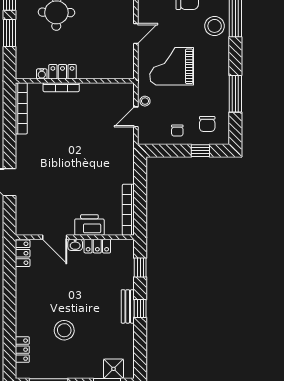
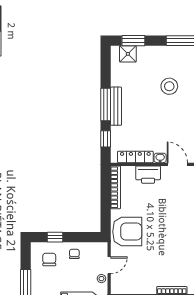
armchair: (114, 157) -> (127, 232), added
locker: (97, 246) -> (135, 157), width x1.53
bench: (128, 306) -> (116, 106), width x1.36
window: (140, 308) -> (106, 104), width x2.17

